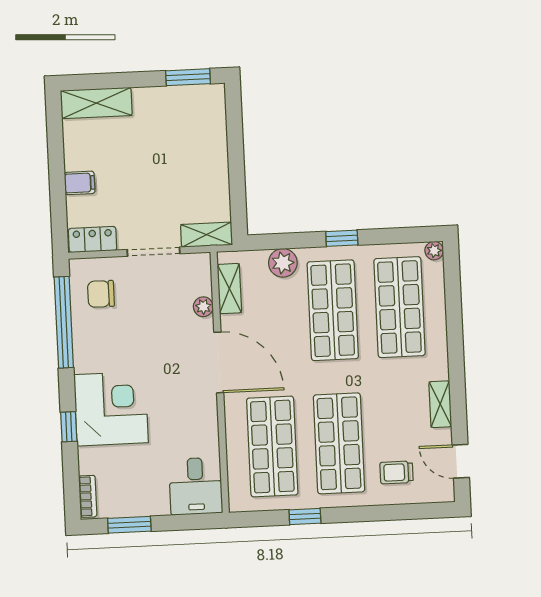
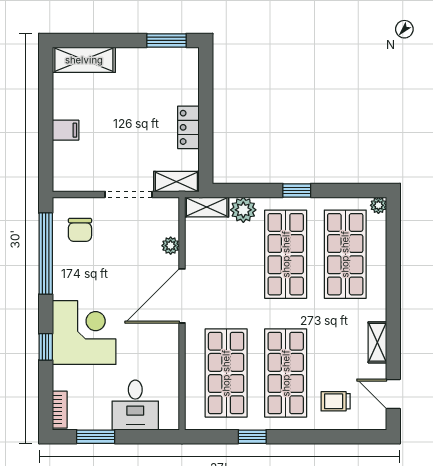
locker: (93, 240) -> (188, 127), moved, turned -90
shelving: (229, 289) -> (207, 207), moved, turned 90
chair: (101, 294) -> (80, 230), turned -90
door: (219, 362) -> (182, 296), swing flipped
desk: (196, 486) -> (135, 405), moved

